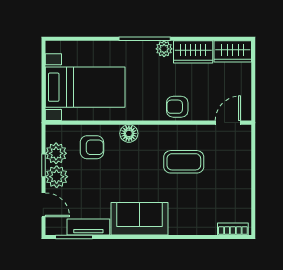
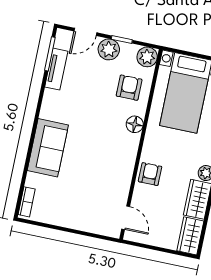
armchair: (92, 147) -> (129, 88), turned 180
plant: (56, 153) -> (147, 57), moved
coffee table: (184, 162) -> (98, 169), removed
sofa: (140, 219) -> (48, 148), moved

